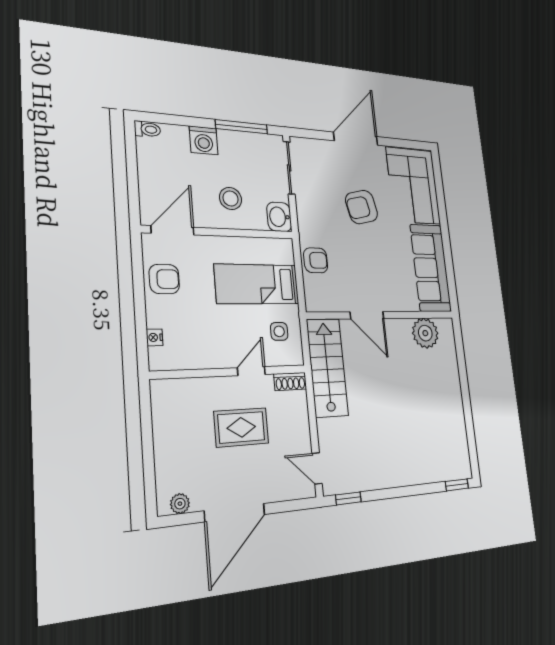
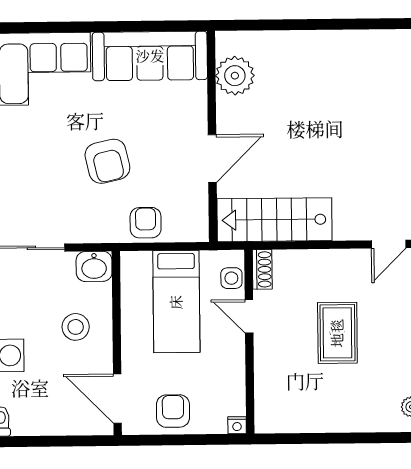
armchair: (362, 207) -> (107, 161), moved
door: (251, 371) -> (249, 316), moved
wall: (230, 372) -> (249, 342), moved
shoe rack: (290, 381) -> (262, 269), moved

